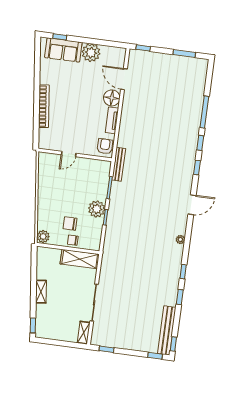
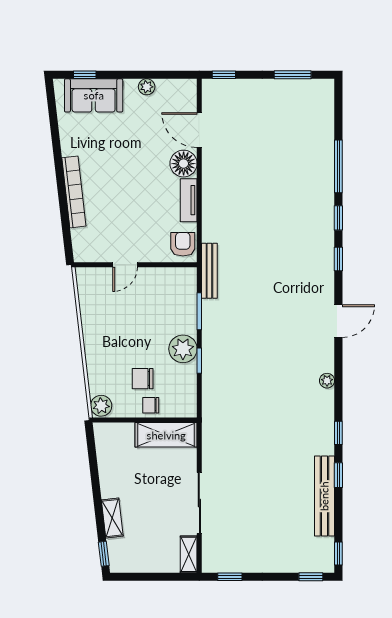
plant: (91, 53) -> (147, 87), width x0.53, depth x0.53
shelving: (41, 292) -> (112, 518), moved
bench: (167, 330) -> (324, 496), moved

